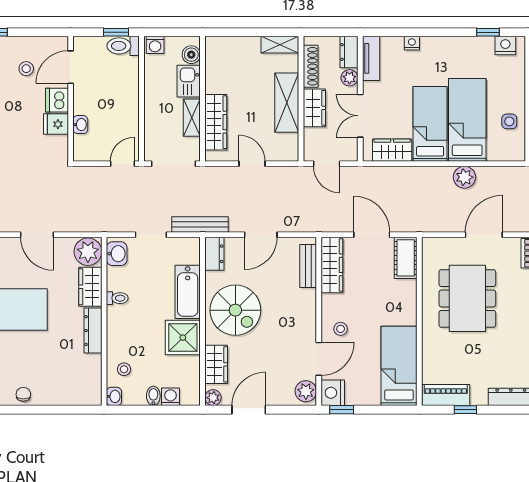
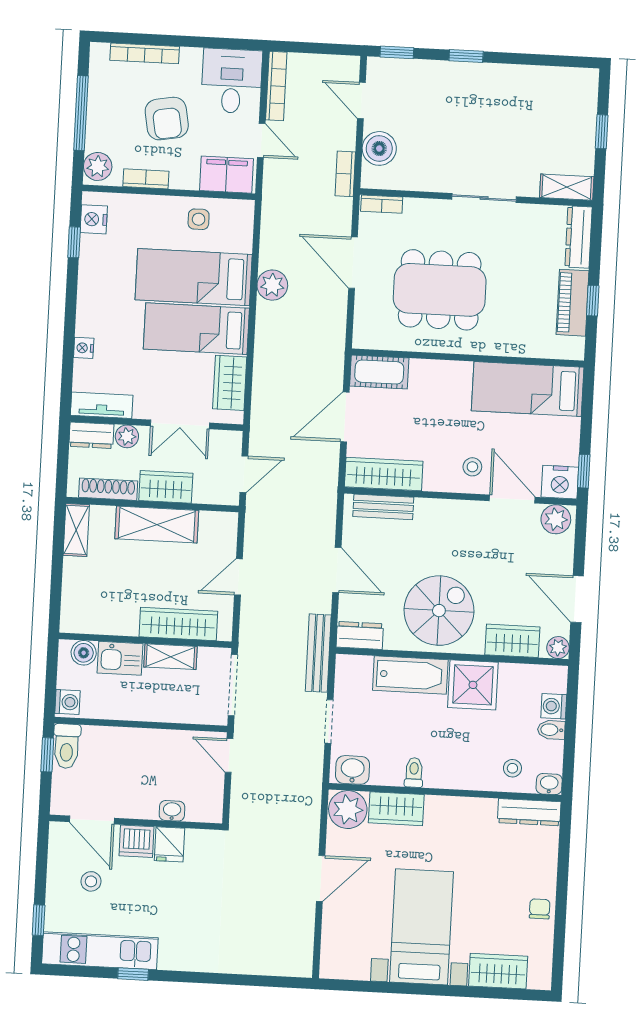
dresser: (93, 331) -> (529, 812), moved
chair: (23, 394) -> (540, 909), turned 90
piano: (446, 395) -> (572, 303), moved

